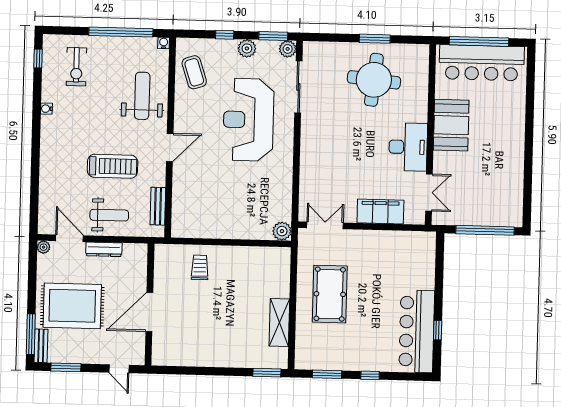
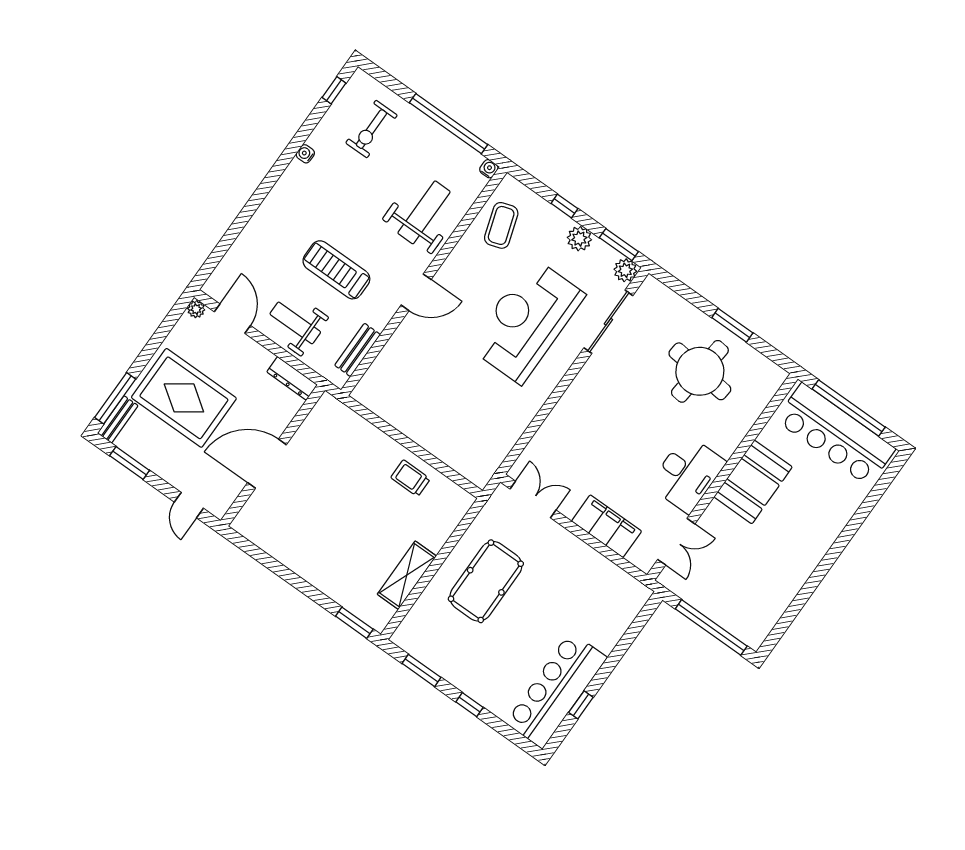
treadmill: (113, 166) -> (336, 270), turned 180
weight bench: (109, 215) -> (295, 323), turned 180
plant: (282, 231) -> (480, 473), removed
dresser: (104, 249) -> (292, 378), moved
trolley: (200, 267) -> (411, 478), moved, turned -90

